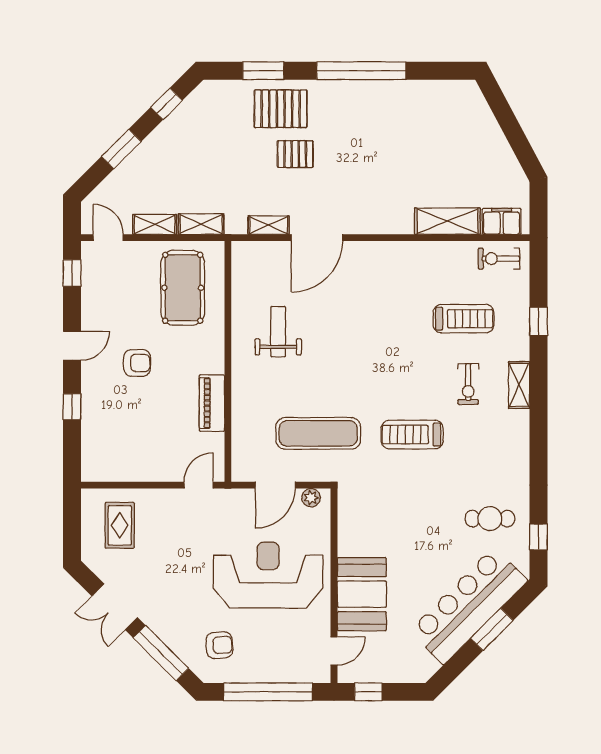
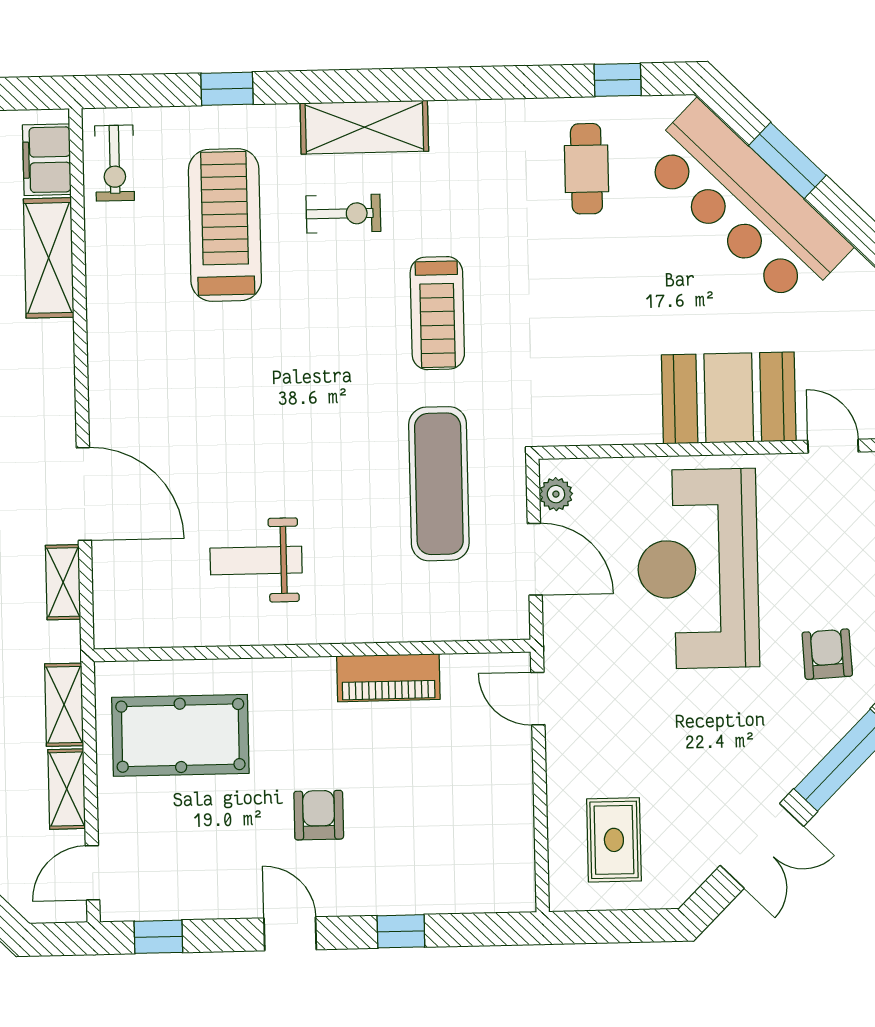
treadmill: (463, 319) -> (225, 225), width x1.37, depth x1.38
shelving: (519, 385) -> (364, 127), width x1.50, depth x1.33
rug: (120, 525) -> (614, 840), turned 90

